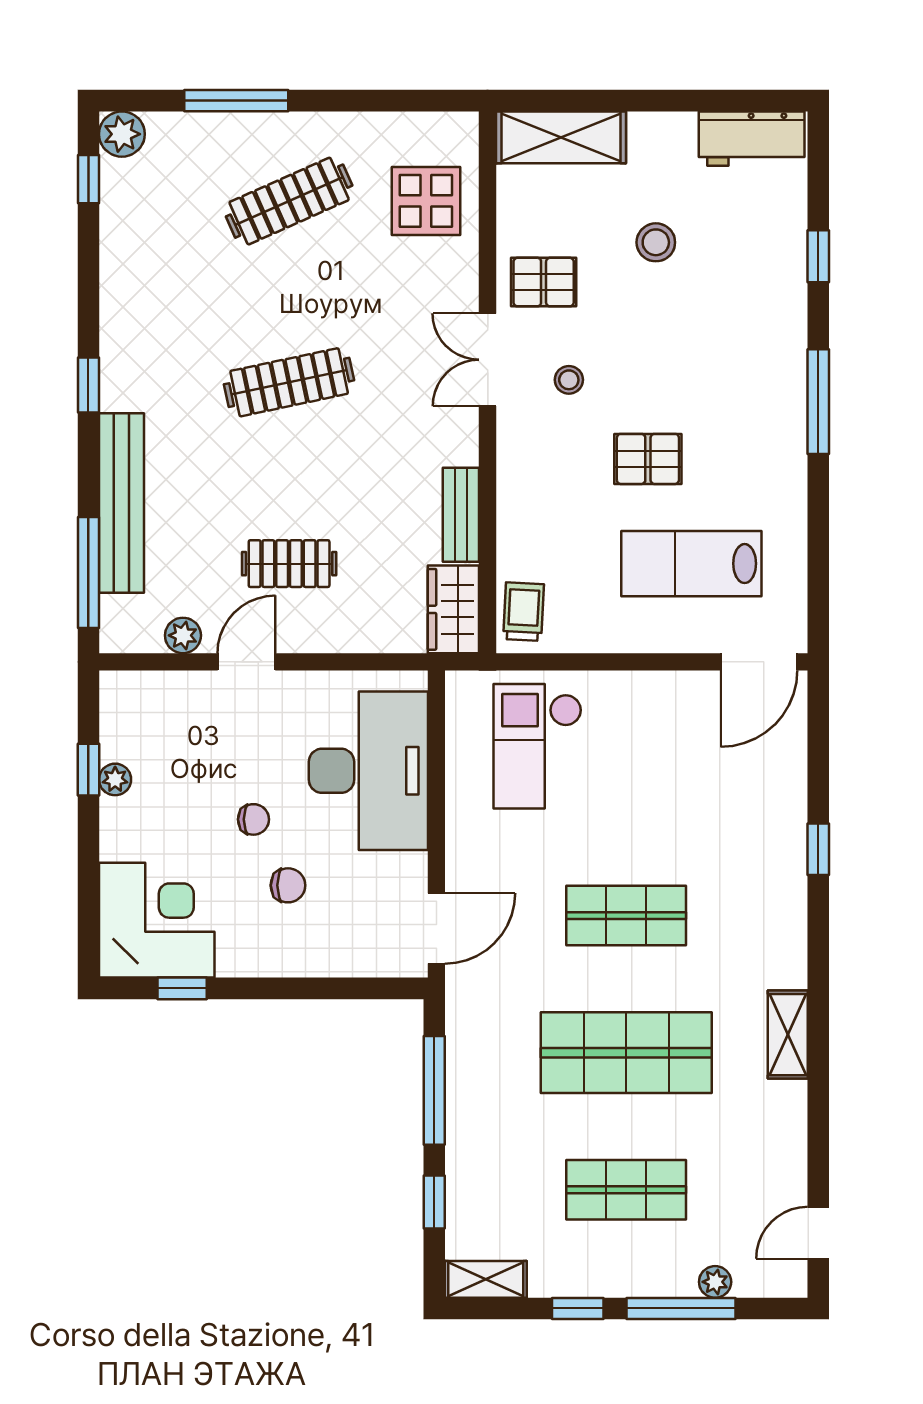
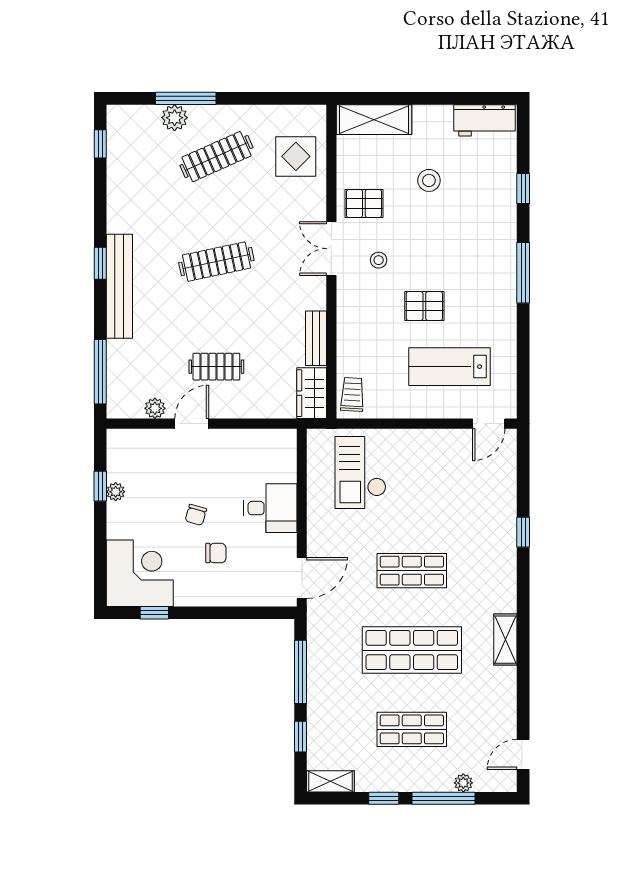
plant: (122, 134) -> (175, 118), moved
bench: (121, 503) -> (119, 286), moved
door: (759, 662) -> (489, 424), width x0.73
desk: (368, 771) -> (270, 508), width x0.53, depth x0.77
chair: (253, 819) -> (196, 515), turned 106

